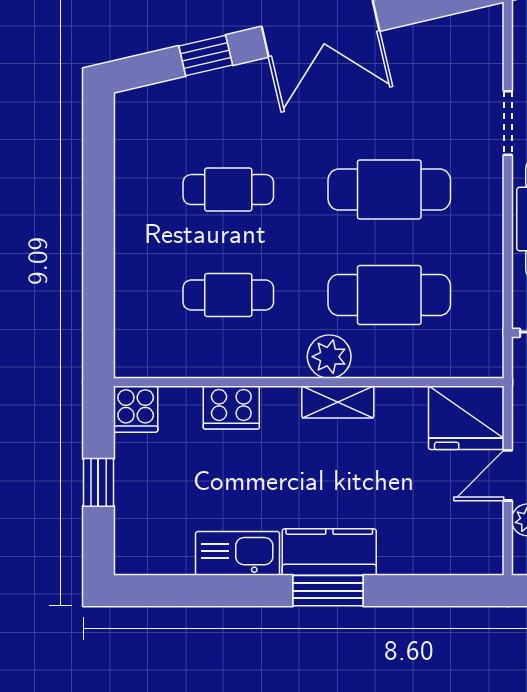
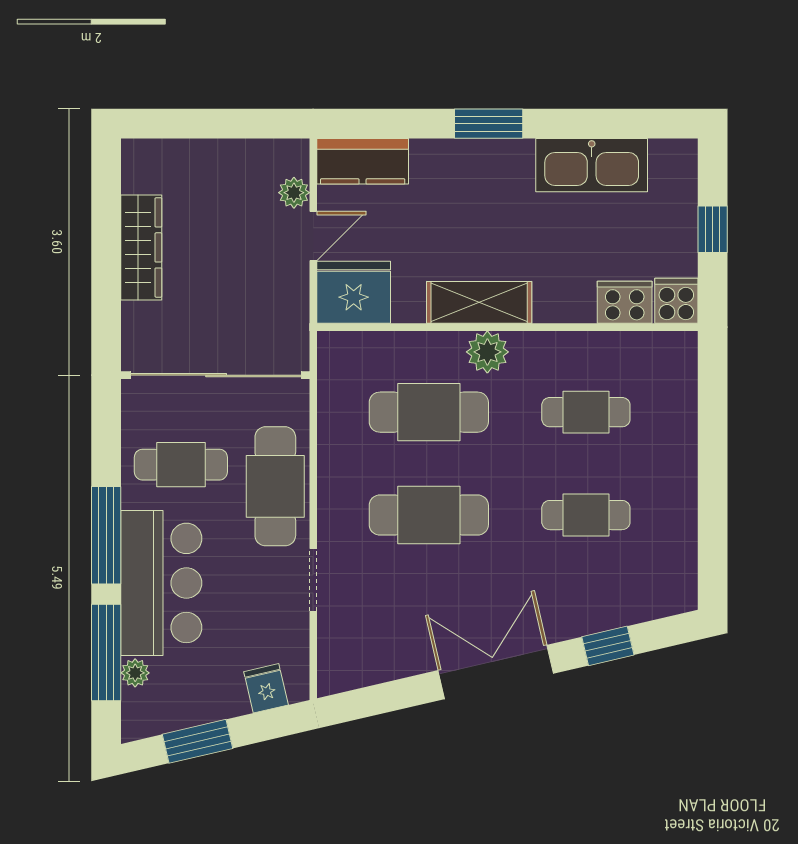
shelving: (338, 402) -> (479, 302), width x1.50, depth x1.33
cooker: (231, 408) -> (625, 302), moved
kitchen counter: (329, 552) -> (363, 161), moved
kitchen sink: (238, 553) -> (592, 165), width x1.36, depth x1.24

